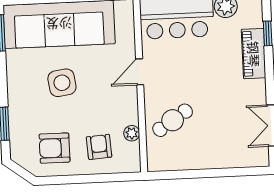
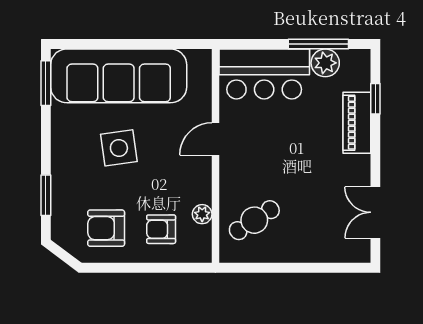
cafe table: (173, 120) -> (254, 220), moved
armchair: (99, 147) -> (161, 229), turned -86

